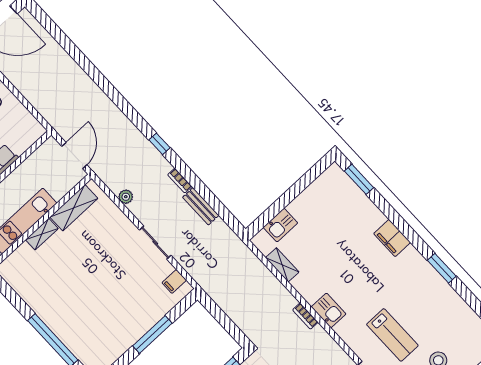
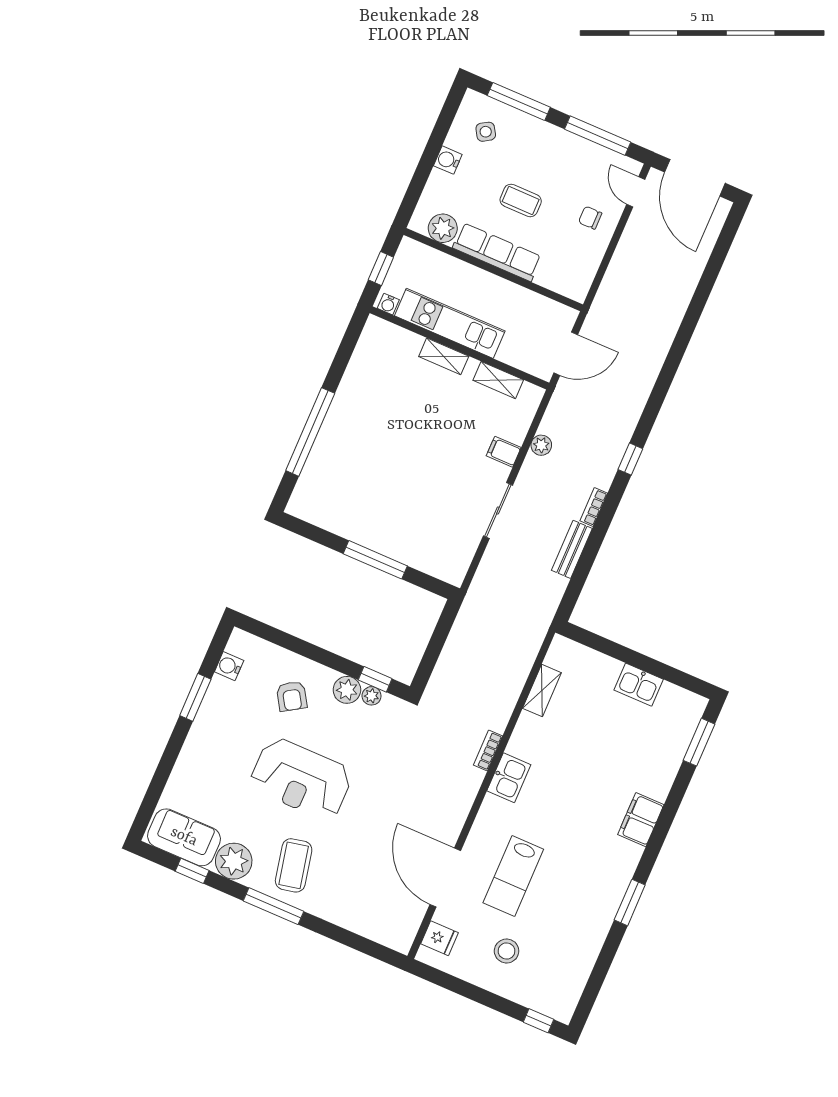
shelving: (74, 208) -> (498, 380), width x0.67, depth x0.75
kitchen sink: (280, 225) -> (639, 685), moved
filing cabinet: (174, 281) -> (504, 452), moved

